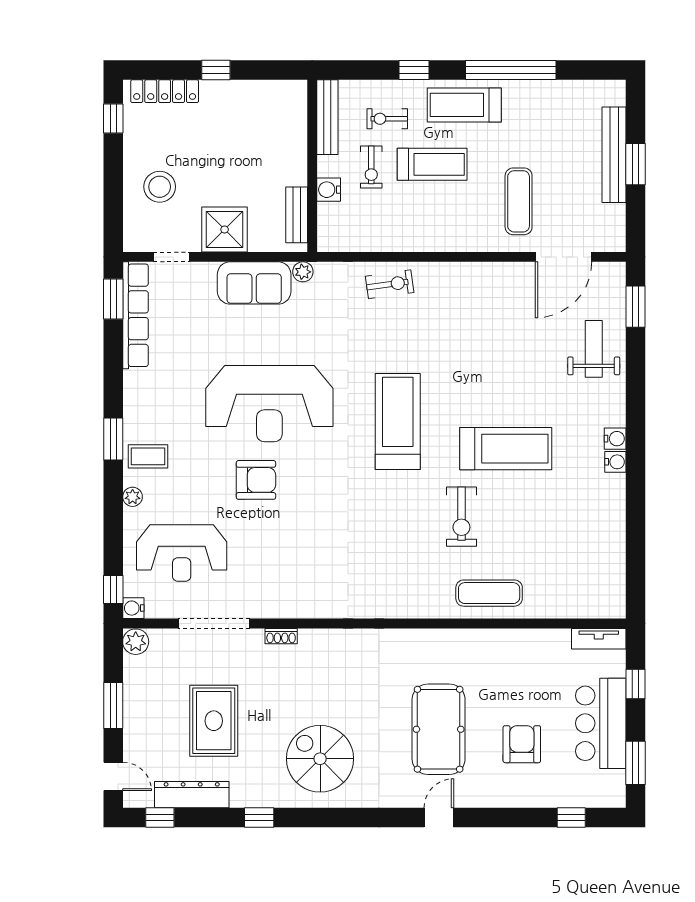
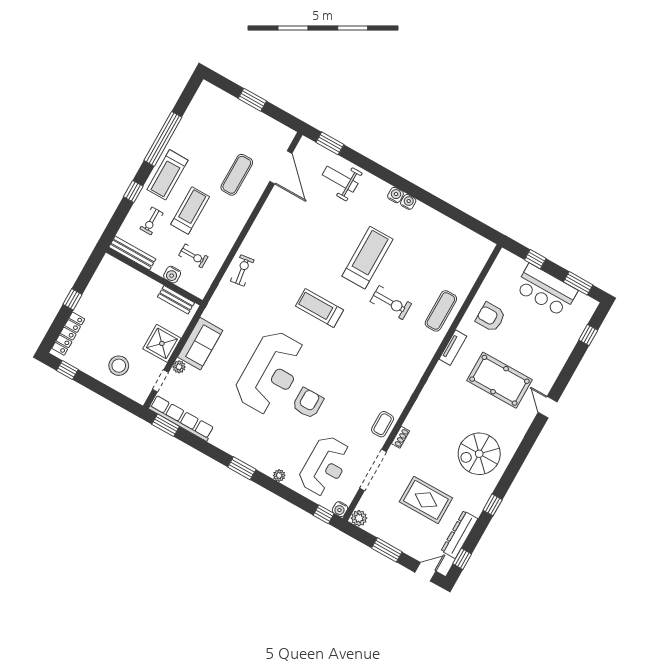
bench: (614, 155) -> (241, 109), removed
exercise bike: (371, 167) -> (193, 256), moved
exercise mat: (519, 201) -> (237, 175), turned 90
plant: (303, 272) -> (179, 367), moved
treadmill: (398, 421) -> (320, 308), width x0.73, depth x0.73
coffee table: (148, 456) -> (383, 424), moved
tv unit: (599, 639) -> (453, 348), moved
armchair: (522, 744) -> (490, 317), moved

